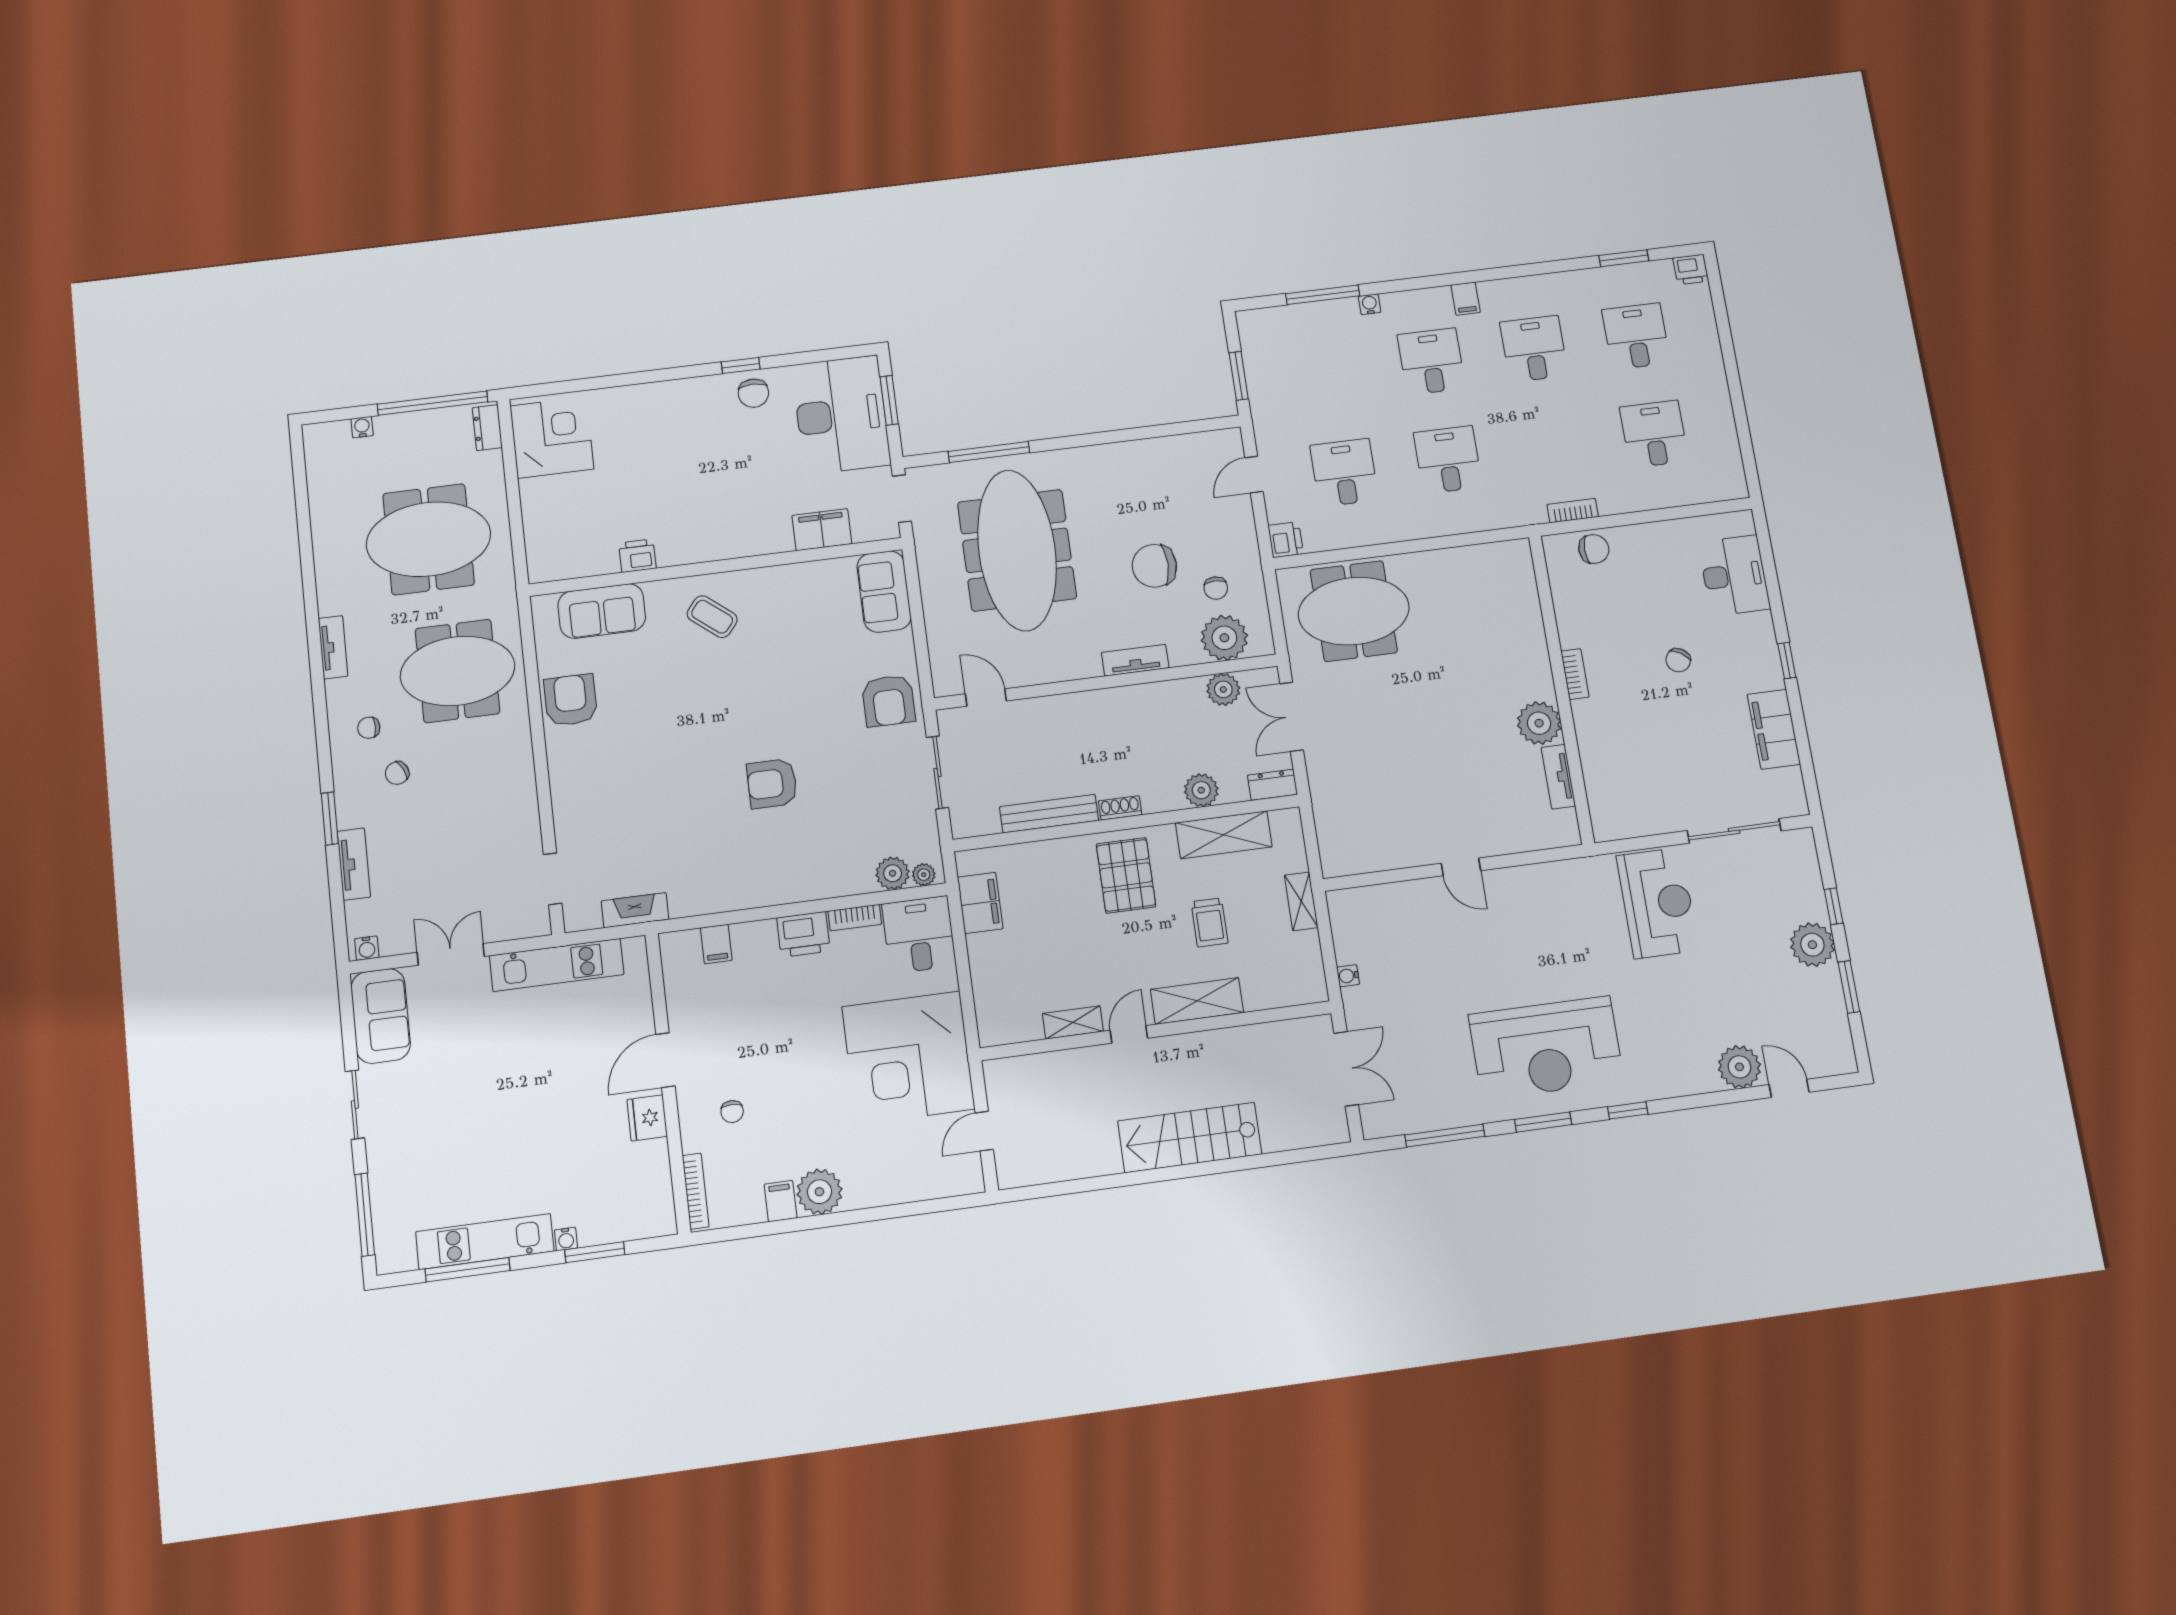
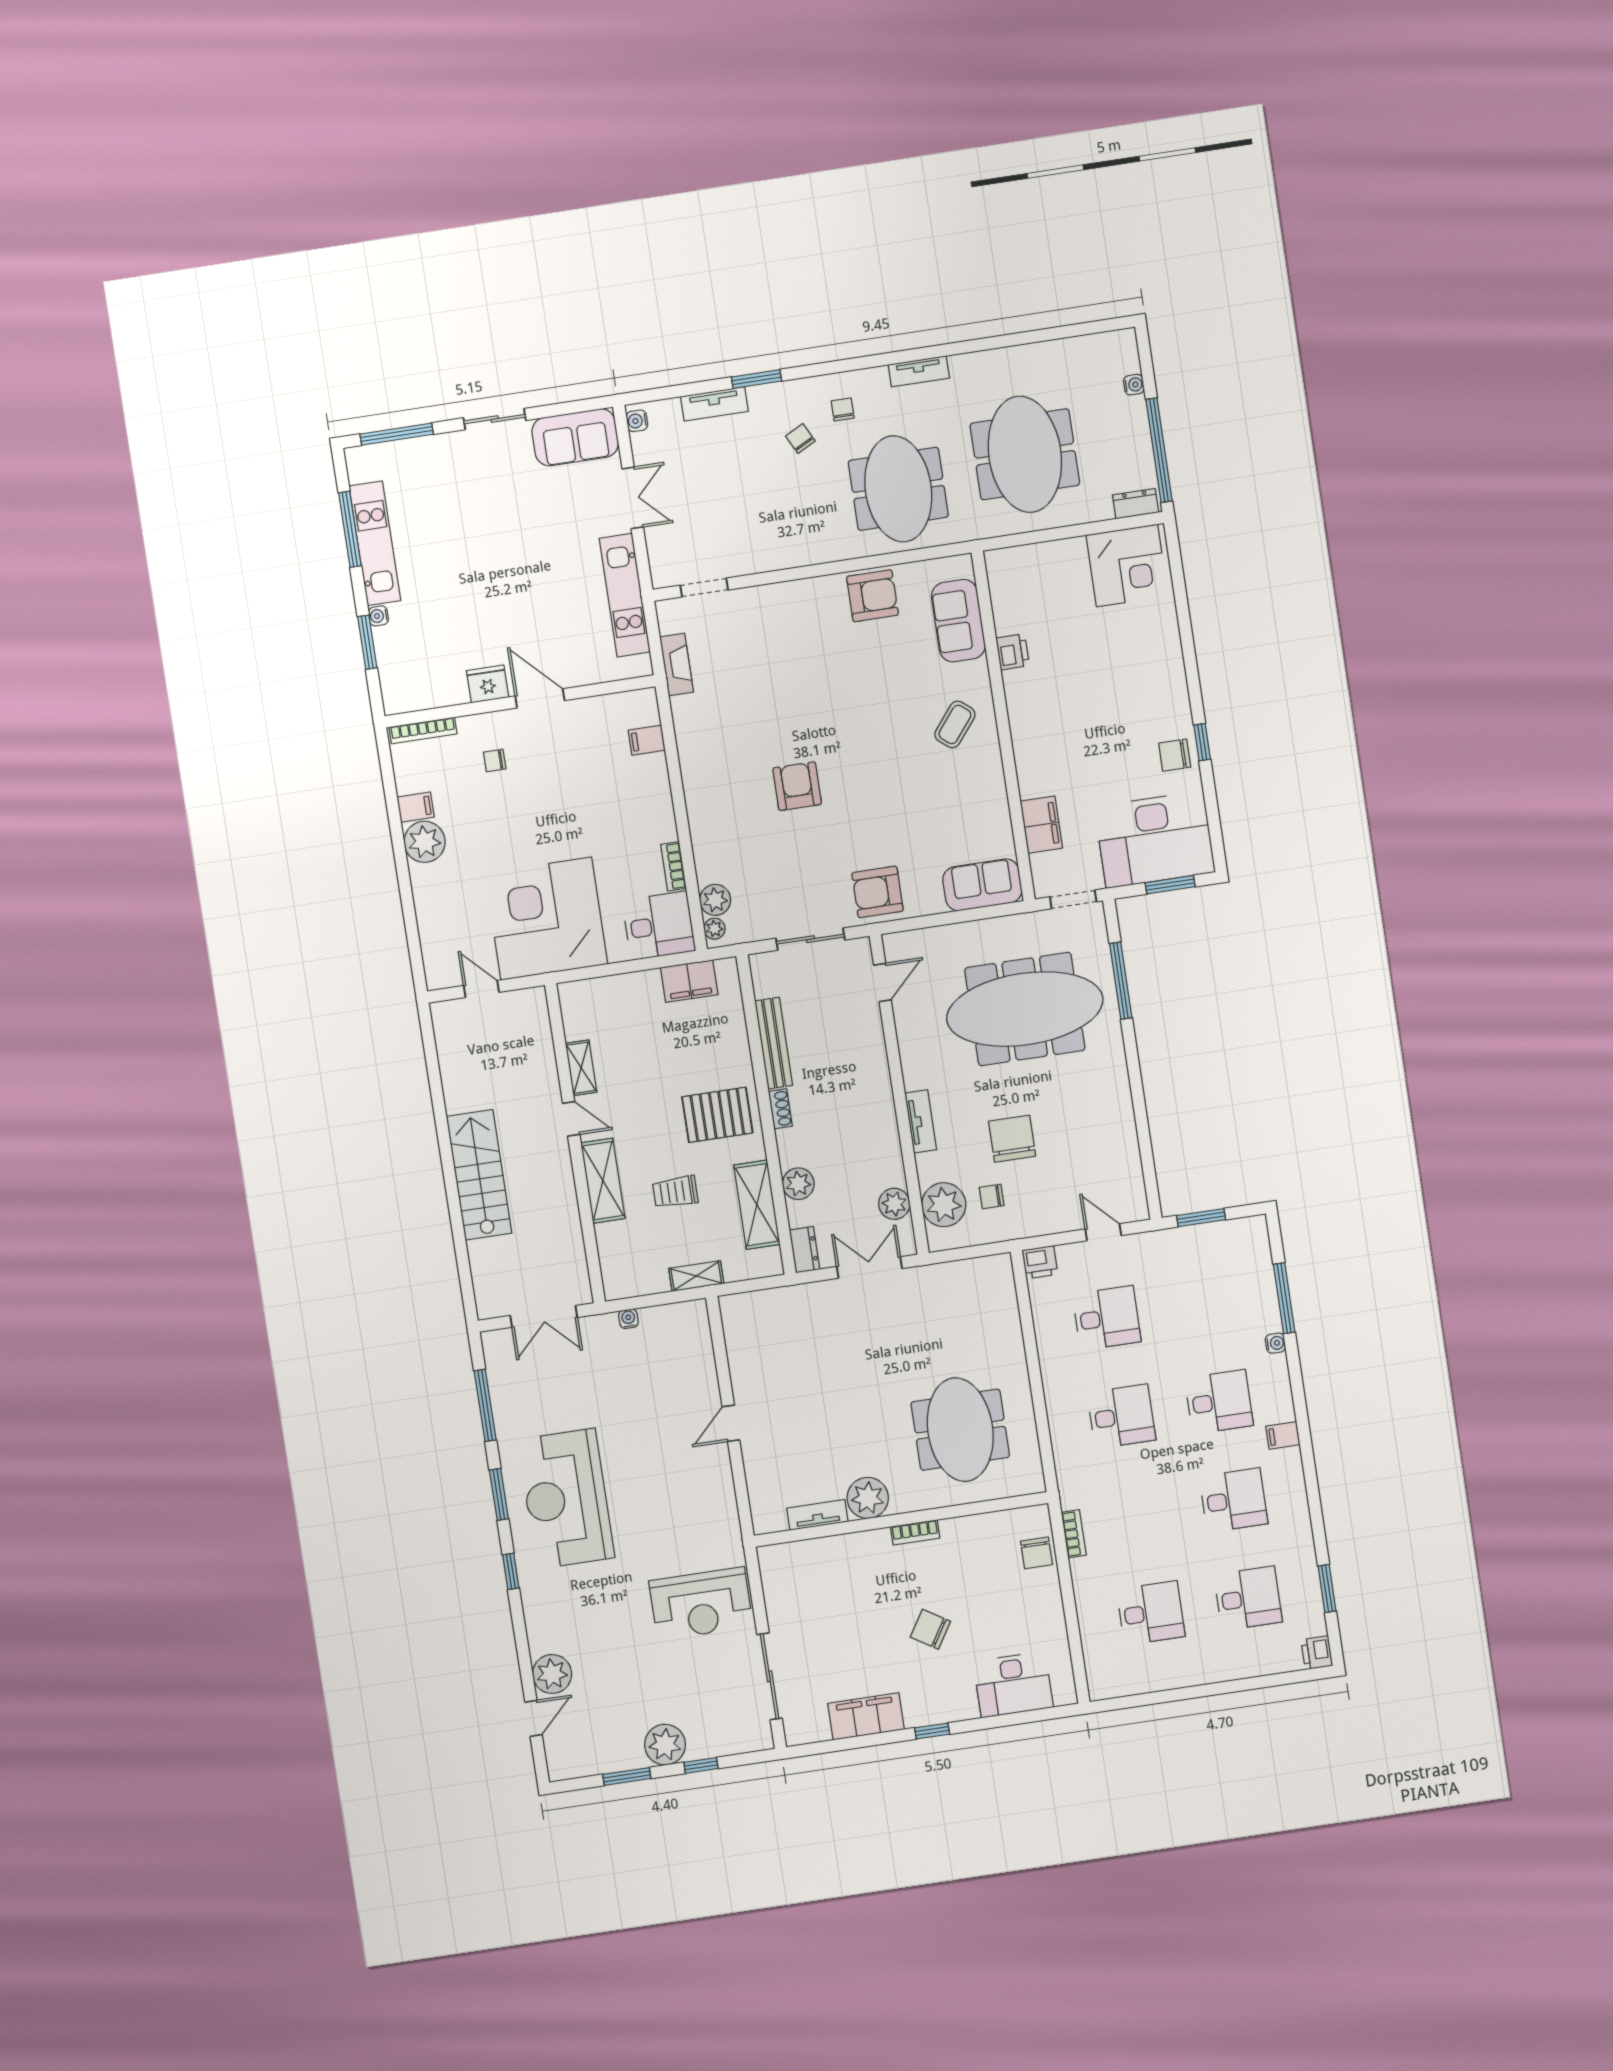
meeting table: (1354, 611) -> (960, 1430), moved
chair: (1678, 660) -> (930, 1629), width x1.37, depth x1.37
printer: (803, 934) -> (657, 820), removed

